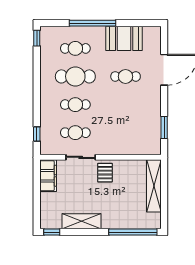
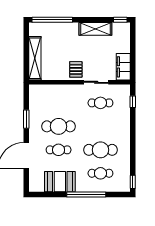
cafe table: (75, 105) -> (59, 126), moved, width x1.37, depth x1.35
window: (164, 127) -> (26, 119), moved

